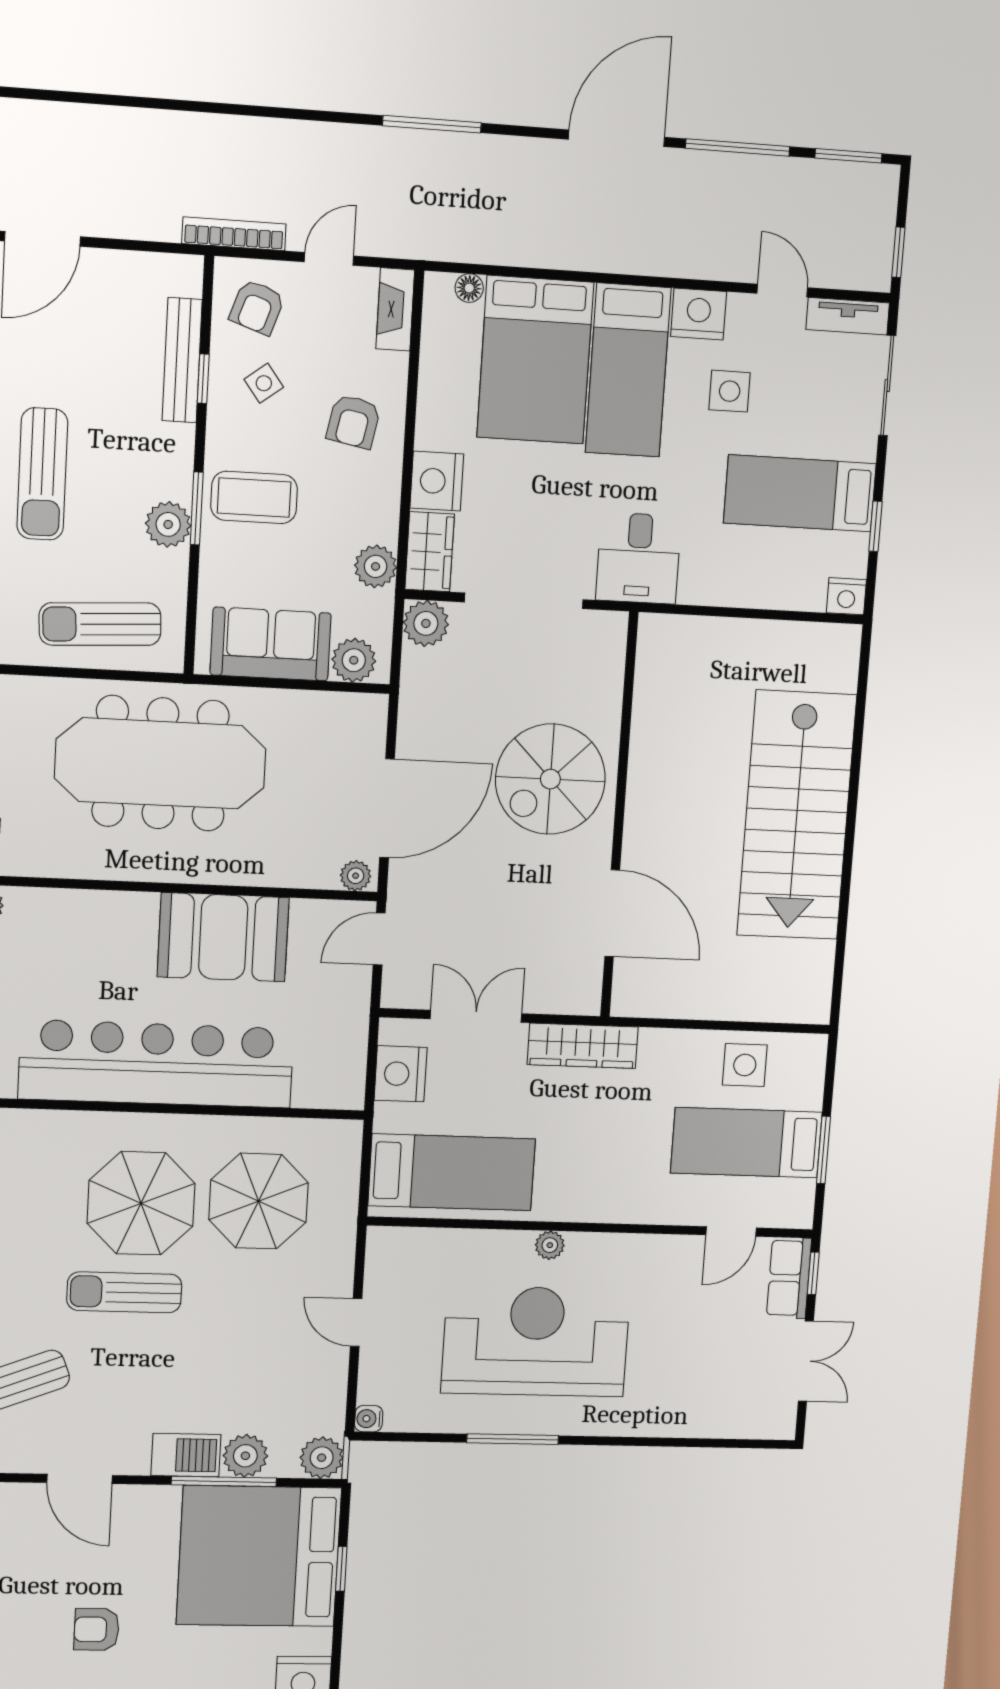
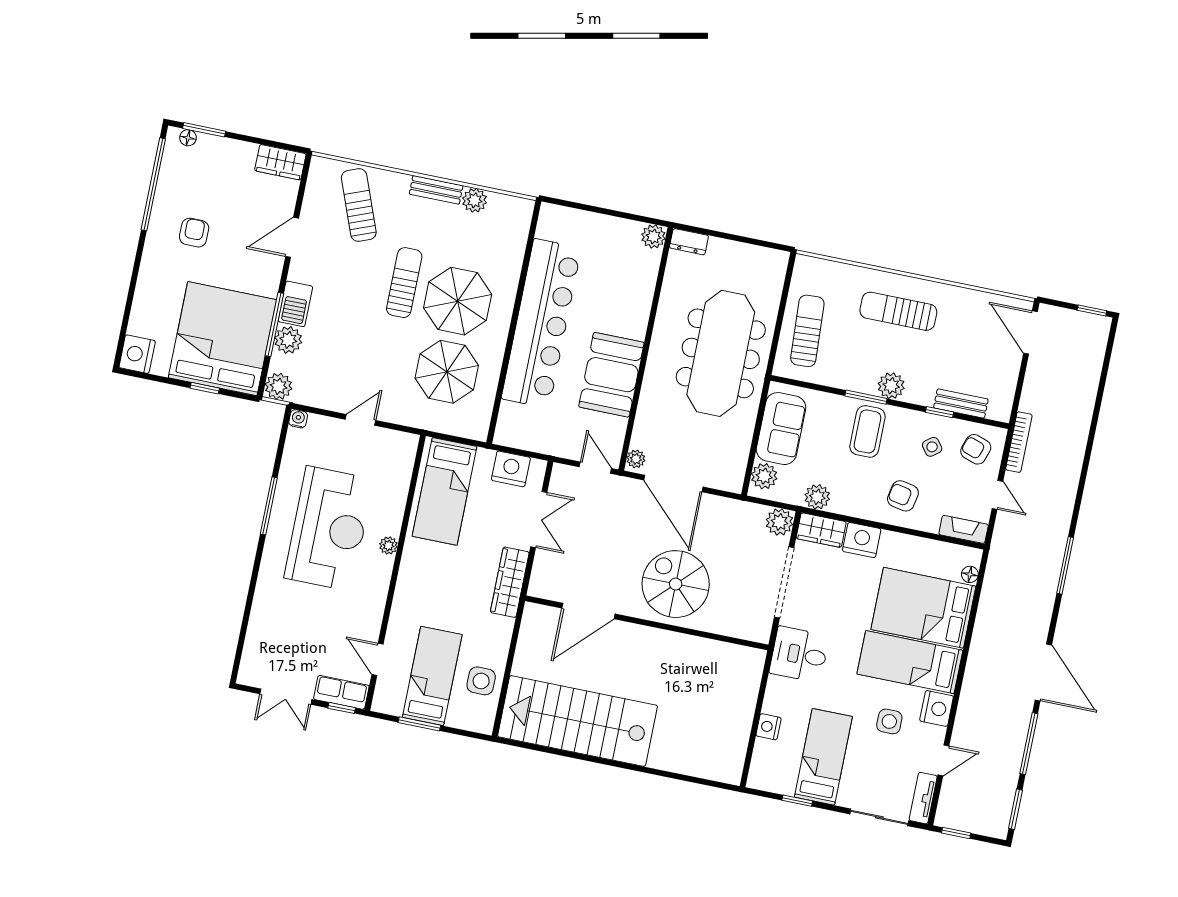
bench: (182, 360) -> (961, 403), width x0.73
plant: (168, 524) -> (891, 386), moved
nightstand: (846, 596) -> (769, 727), moved
stairs: (797, 815) -> (578, 721), moved

